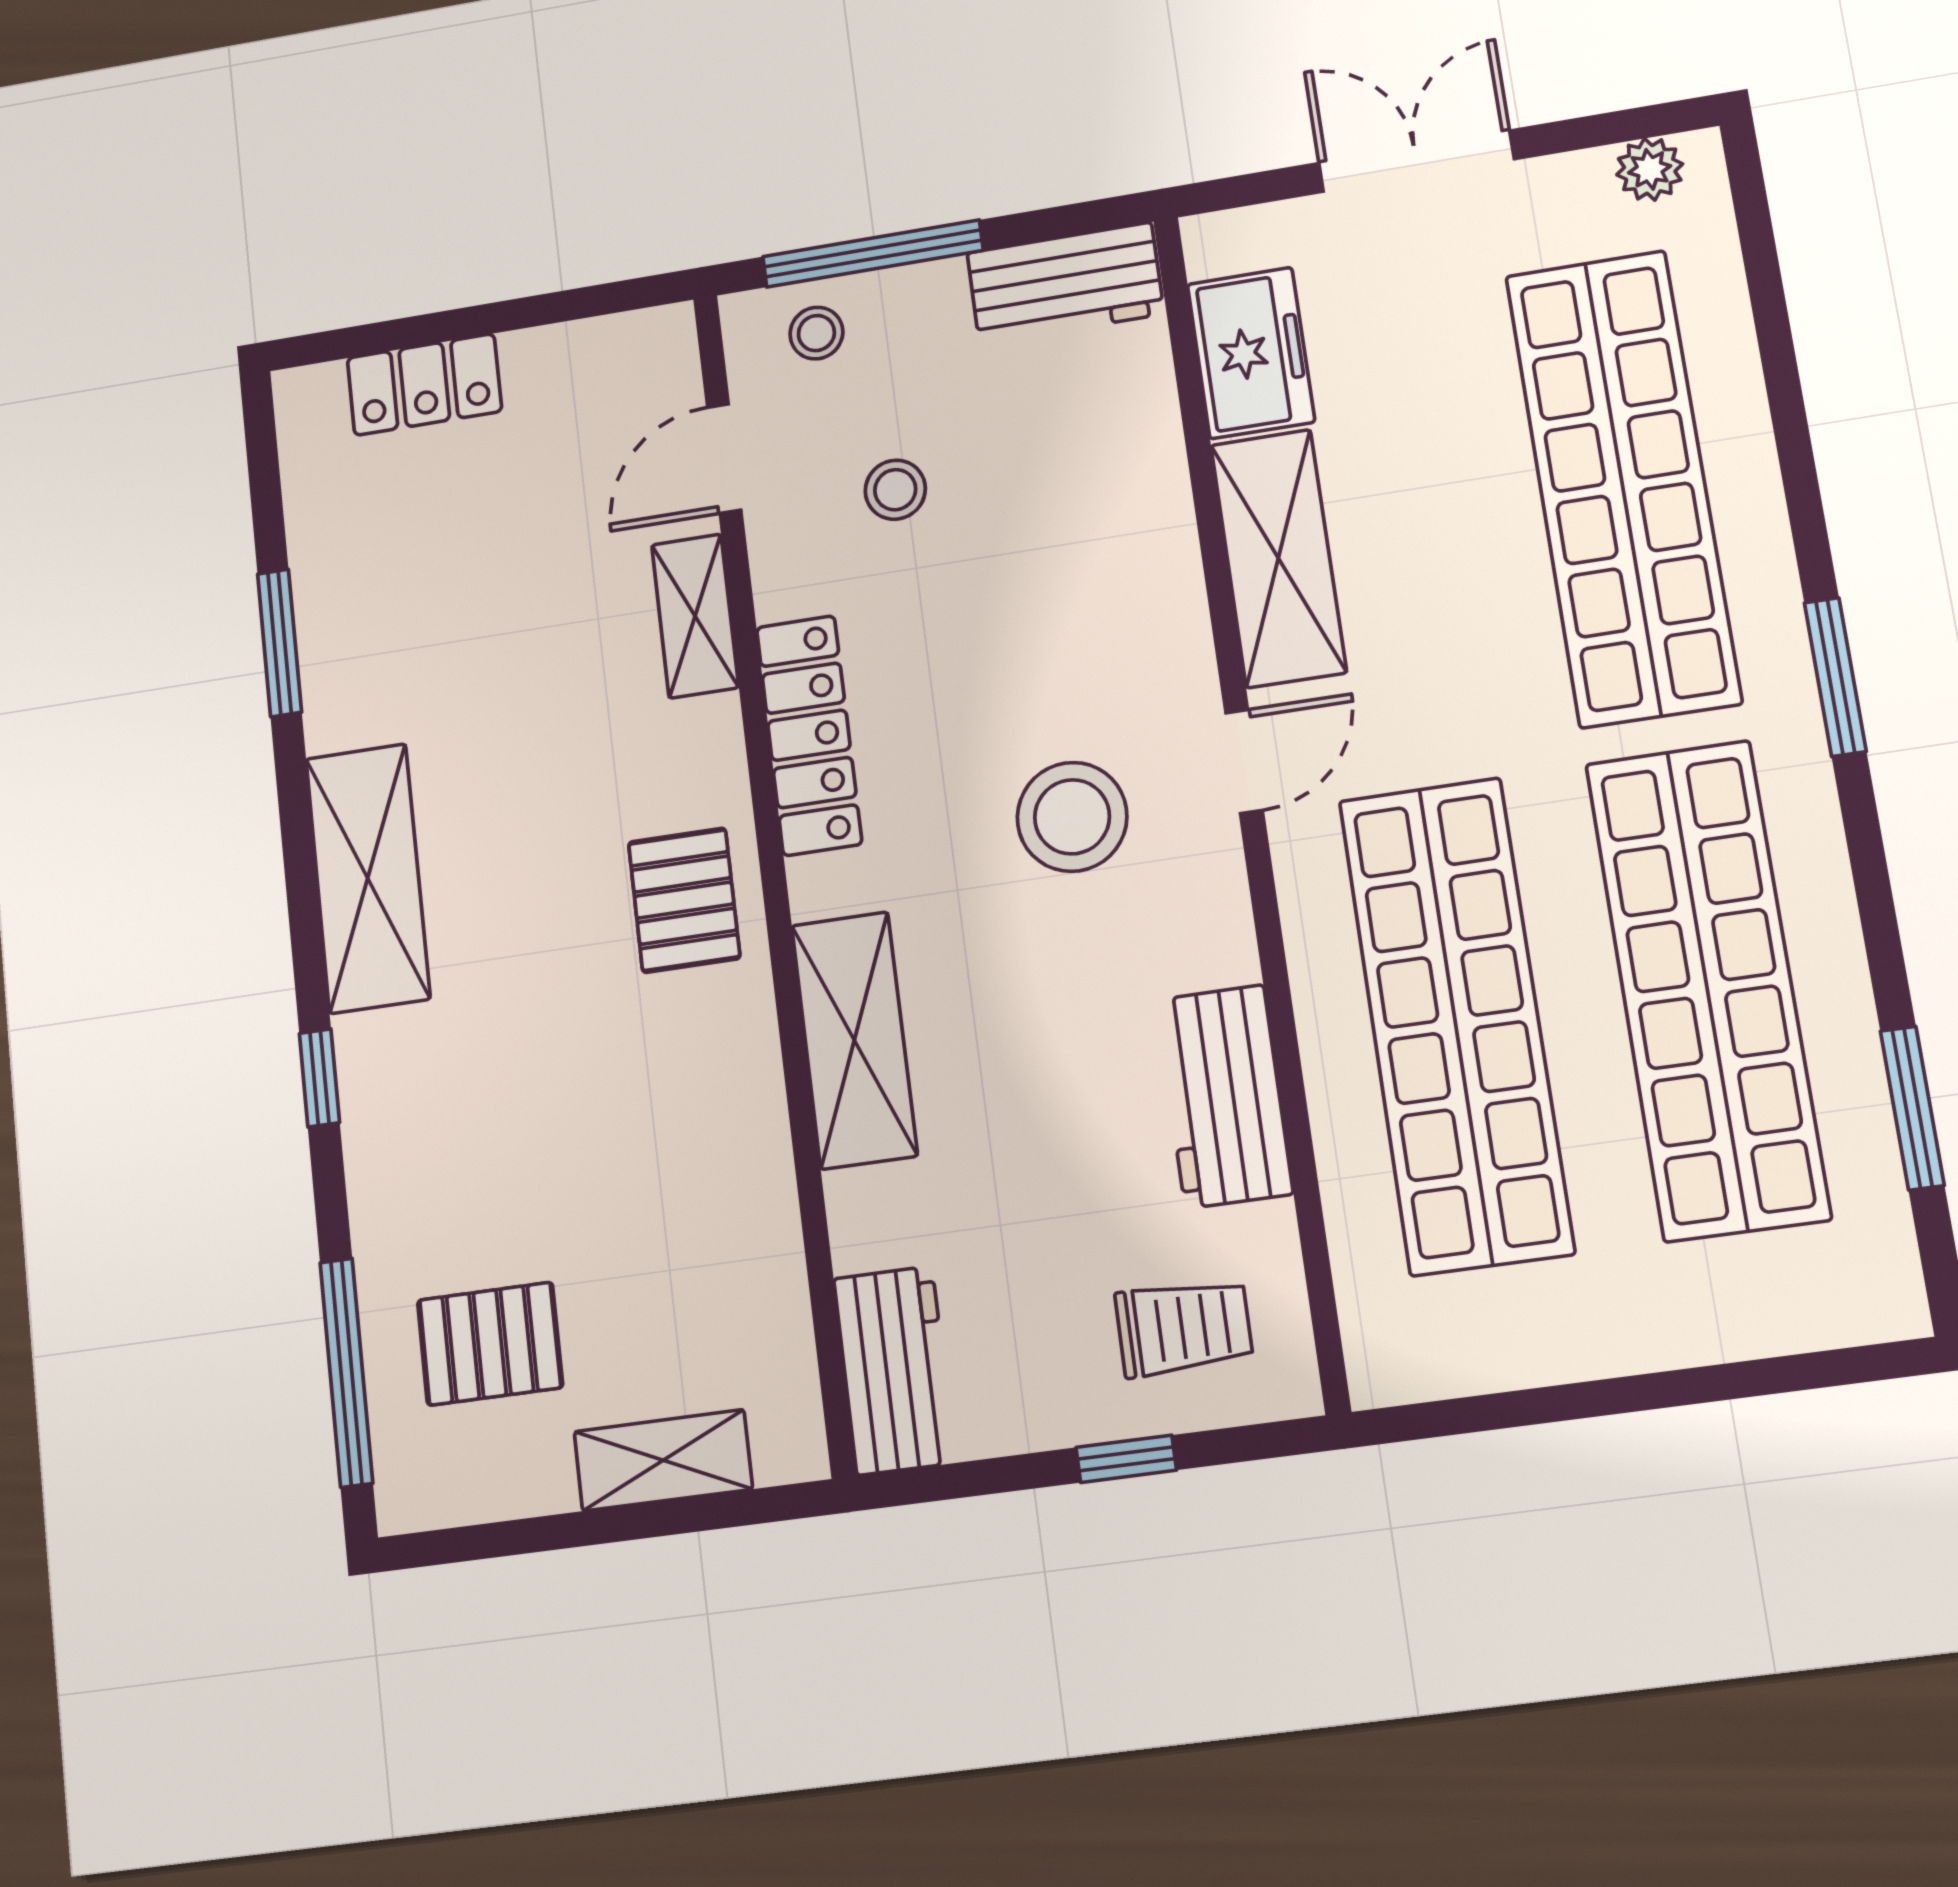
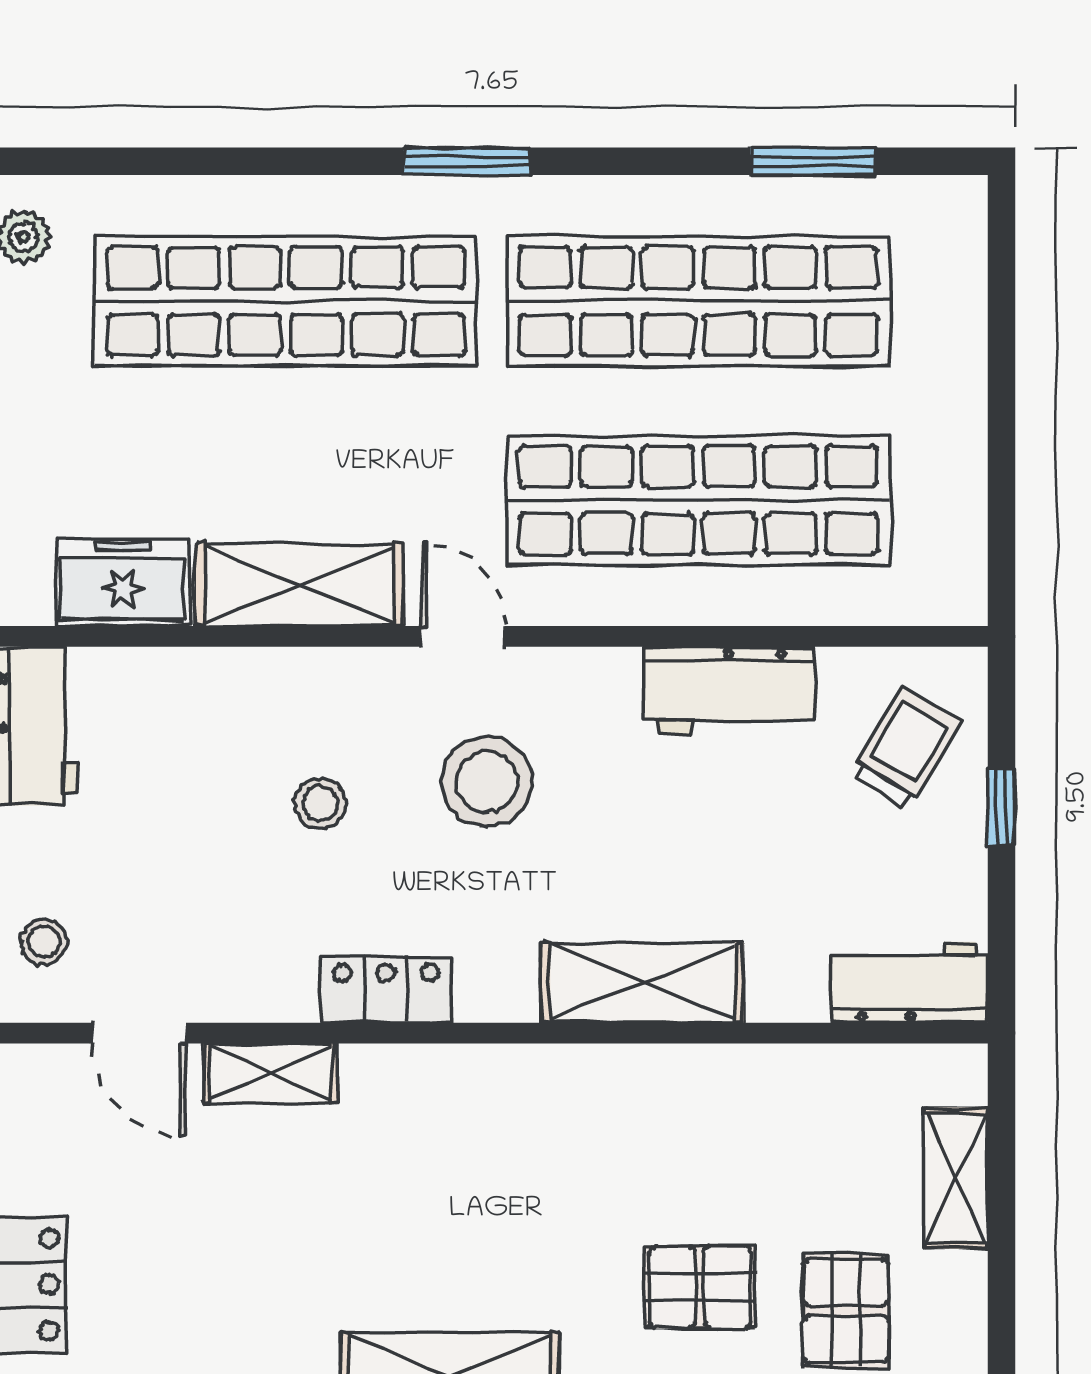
stool: (895, 490) -> (320, 804), moved
locker: (809, 735) -> (386, 989), width x0.66
pallet: (684, 900) -> (700, 1287), moved
trolley: (1184, 1328) -> (906, 748), turned 31

